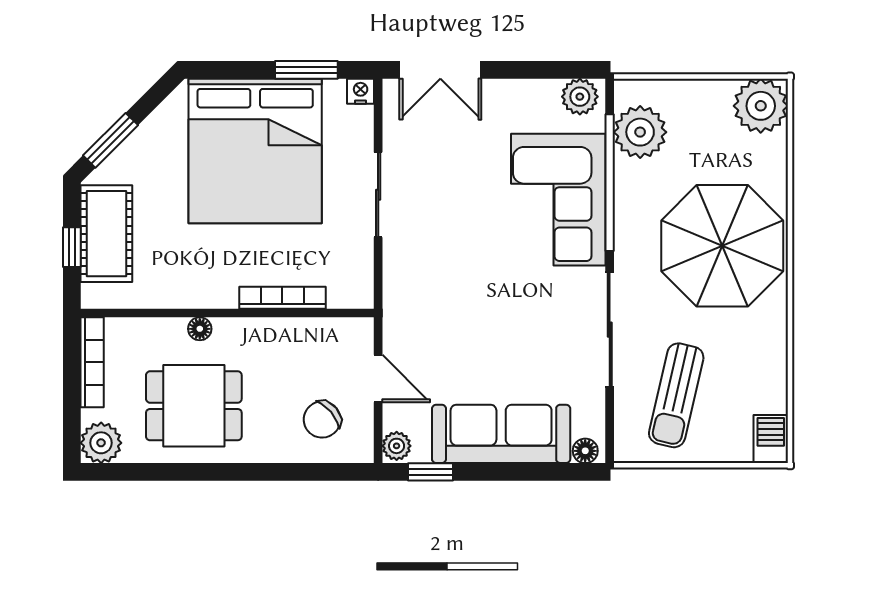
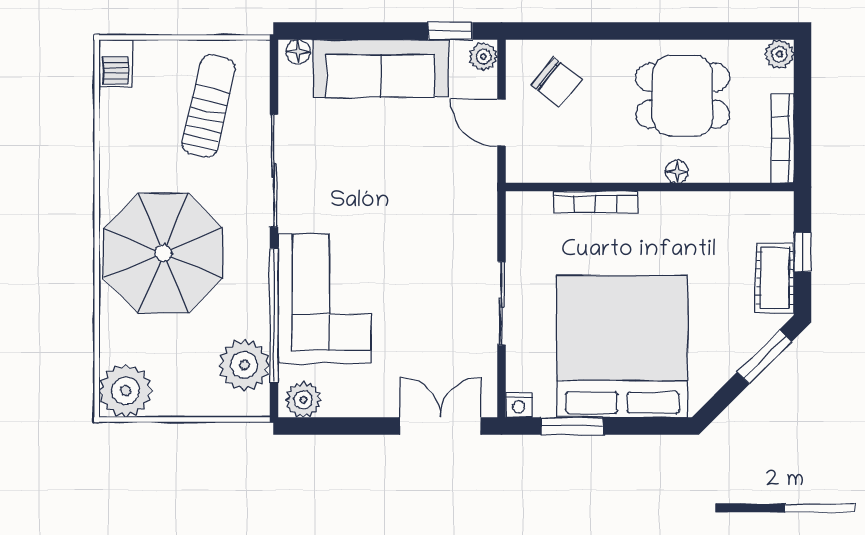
cot: (106, 234) -> (775, 278), width x0.73, depth x0.75
chair: (322, 419) -> (557, 82), turned 79
plant: (101, 443) -> (779, 54), width x0.73, depth x0.73

